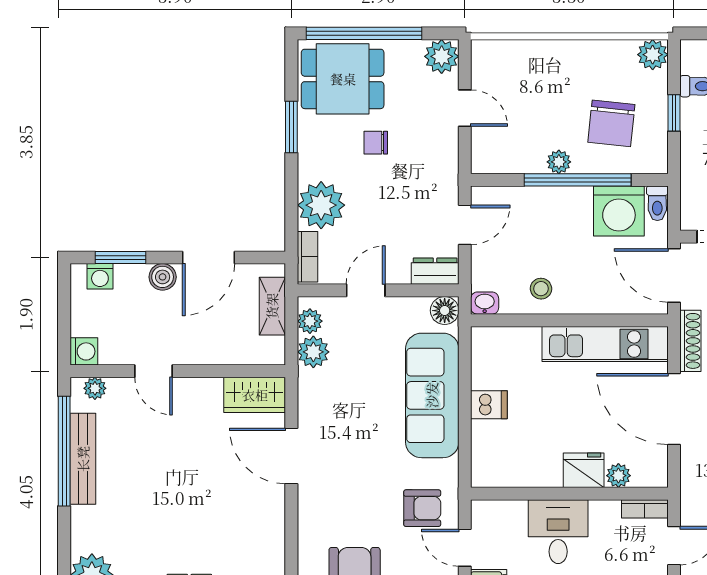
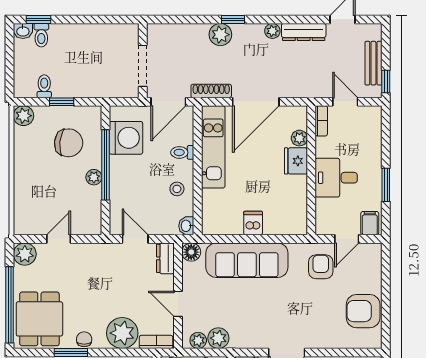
chair: (376, 143) -> (84, 339), moved, turned 180
toilet: (657, 203) -> (182, 152), moved, turned 180

